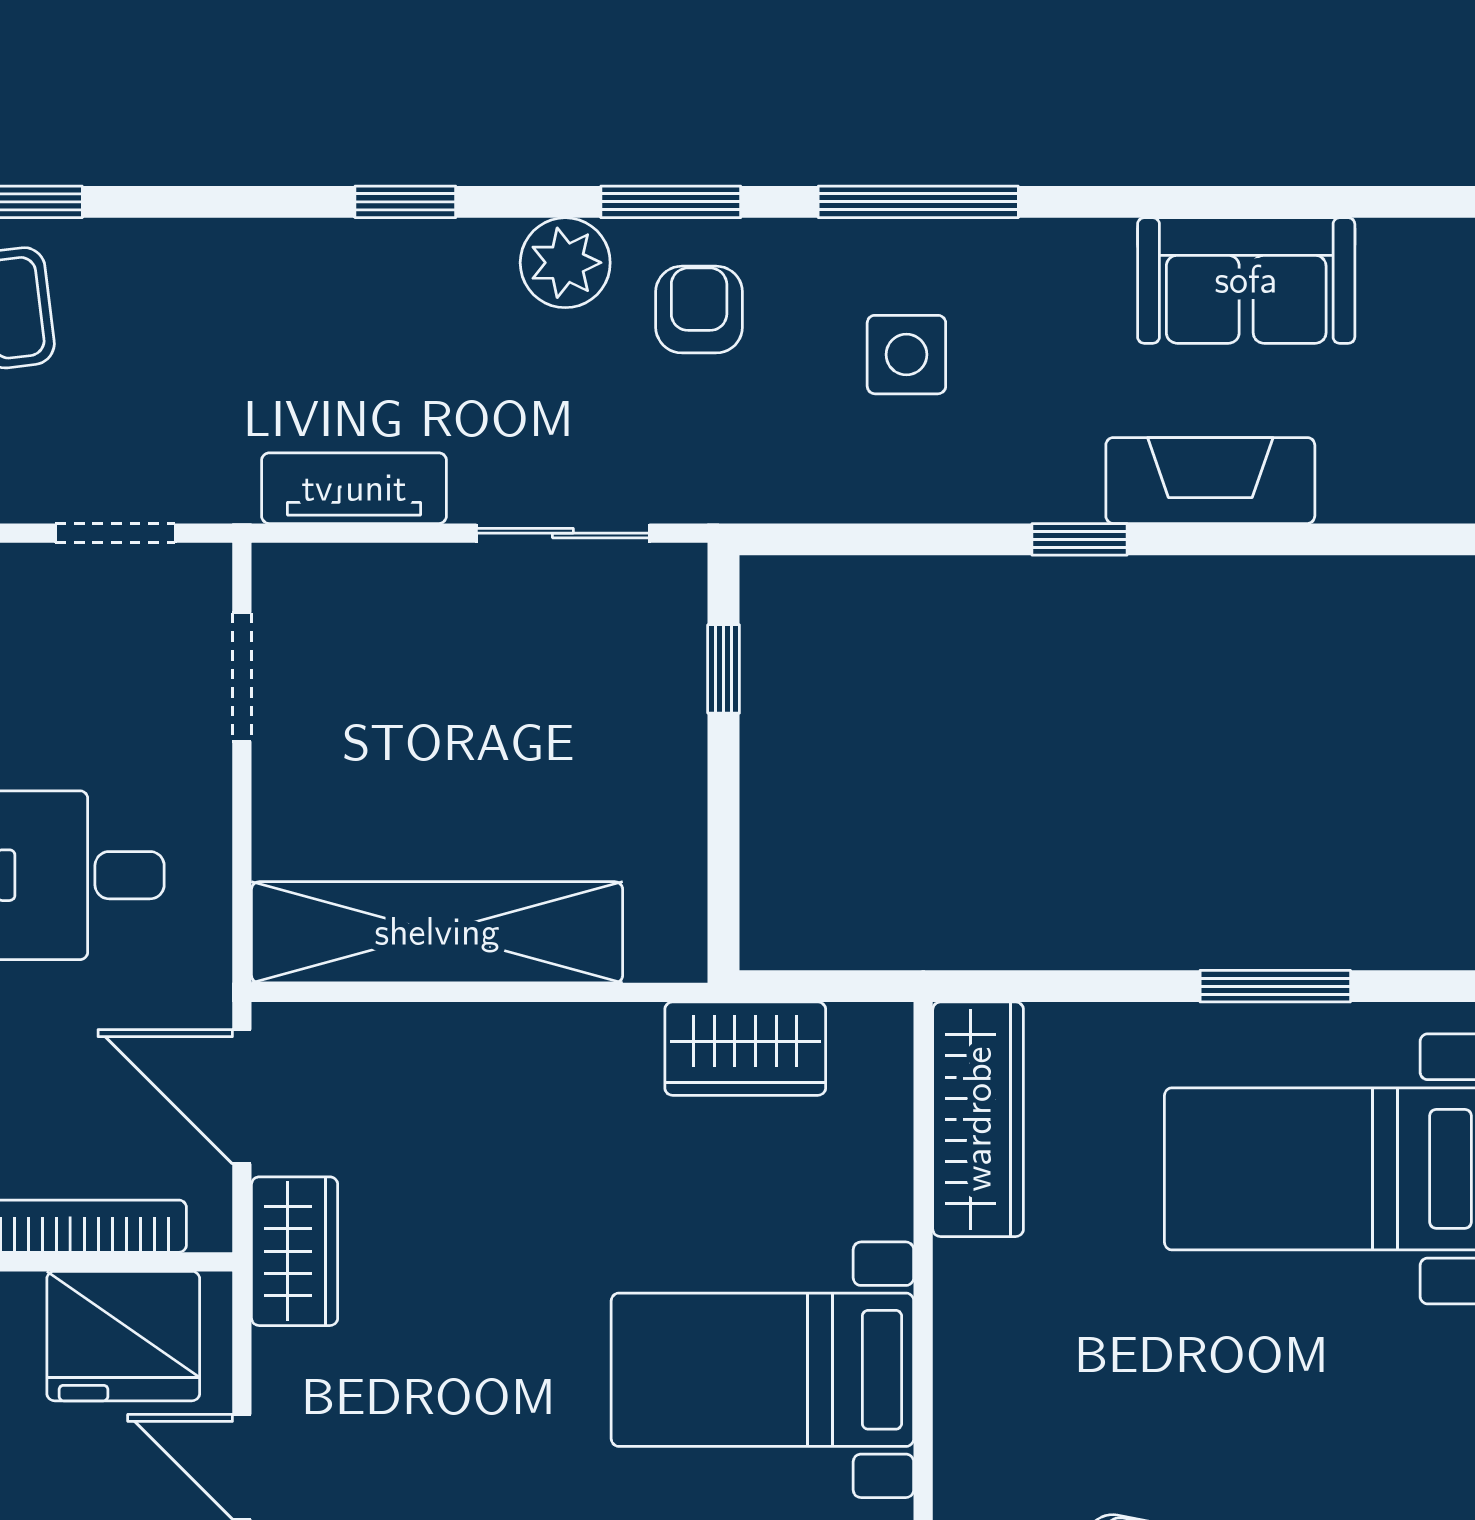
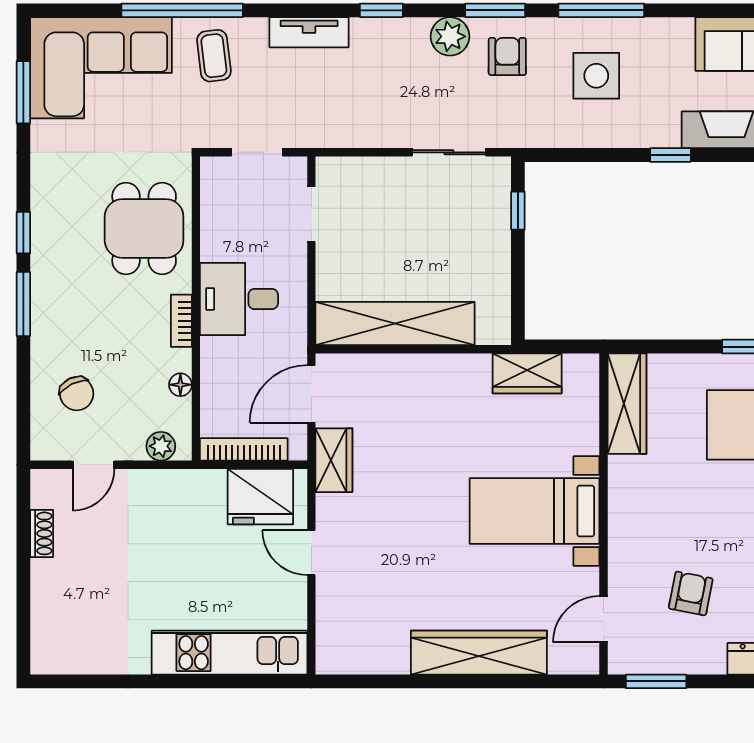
side table: (906, 355) -> (596, 76), width x1.37, depth x1.37
tv unit: (354, 488) -> (309, 32), moved, turned 180
door: (242, 1097) -> (311, 394), hinge flipped

